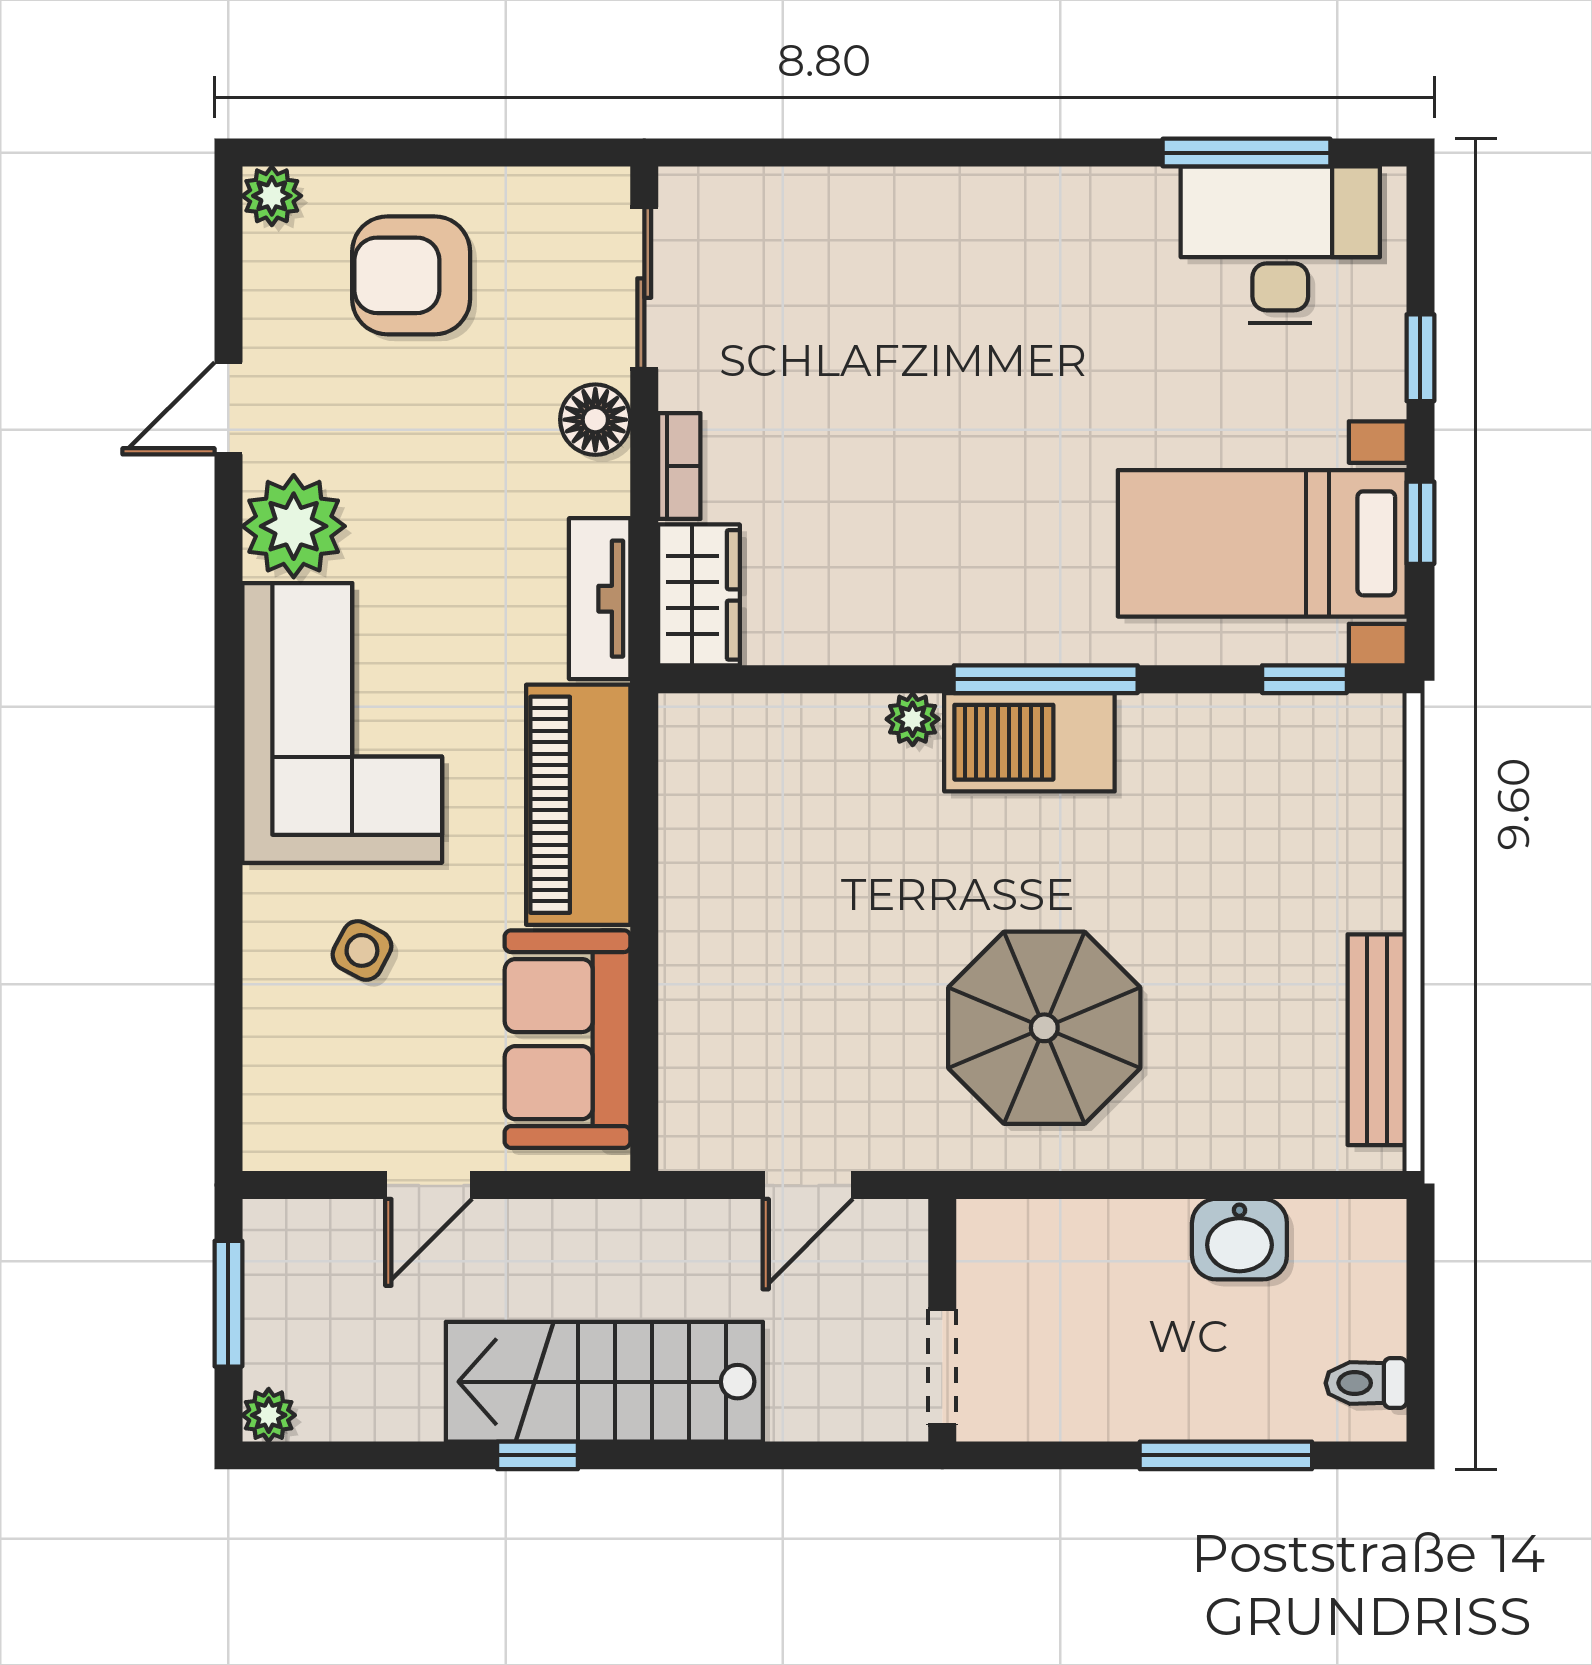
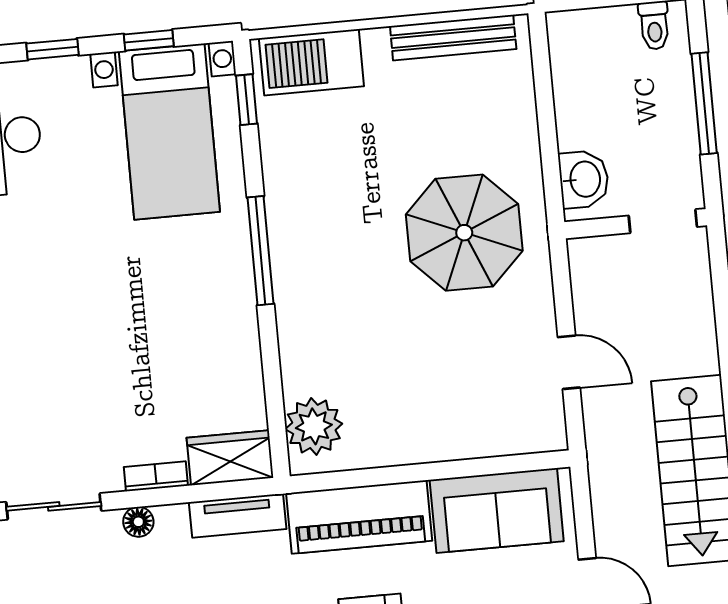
floor lamp: (595, 420) -> (138, 522), width x0.73, depth x0.73
plant: (913, 719) -> (314, 426), moved, width x1.88, depth x1.88
barbecue: (1029, 742) -> (311, 62), moved, turned 90
washbasin: (1239, 1239) -> (584, 179), moved
wall: (942, 1320) -> (636, 224), moved
doorway: (942, 1367) -> (663, 221), moved

